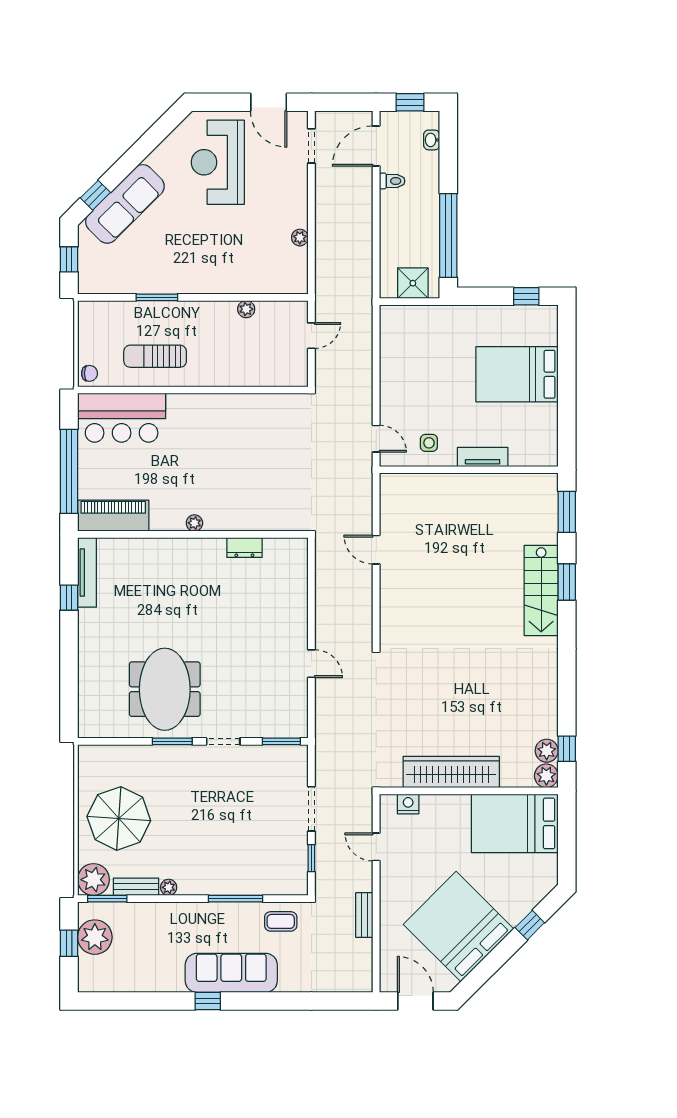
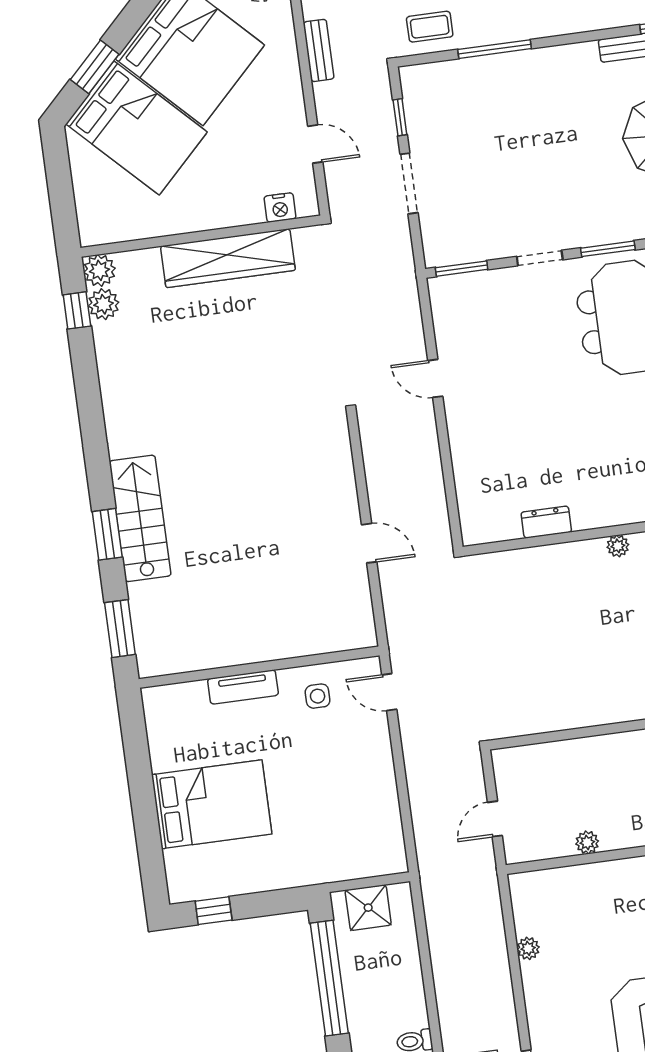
bed: (515, 823) -> (137, 128), moved, turned 45
plant: (169, 887) -> (586, 52), removed
window: (530, 925) -> (95, 67), width x1.50

